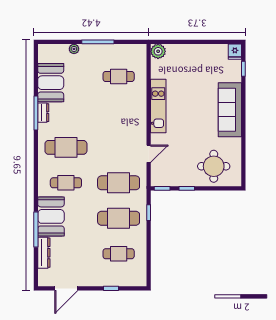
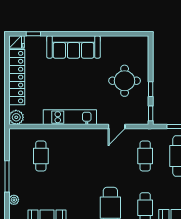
locker: (199, 52) -> (17, 77), added
door: (149, 154) -> (117, 127), swing flipped
round table: (214, 166) -> (125, 81), moved
cafe table: (119, 183) -> (145, 156), width x0.73, depth x0.74

